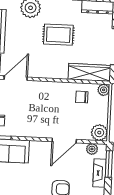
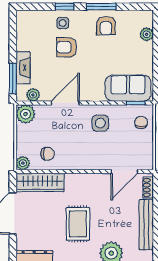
rug: (58, 35) -> (78, 224), turned 90
side table: (35, 122) -> (100, 123), added

